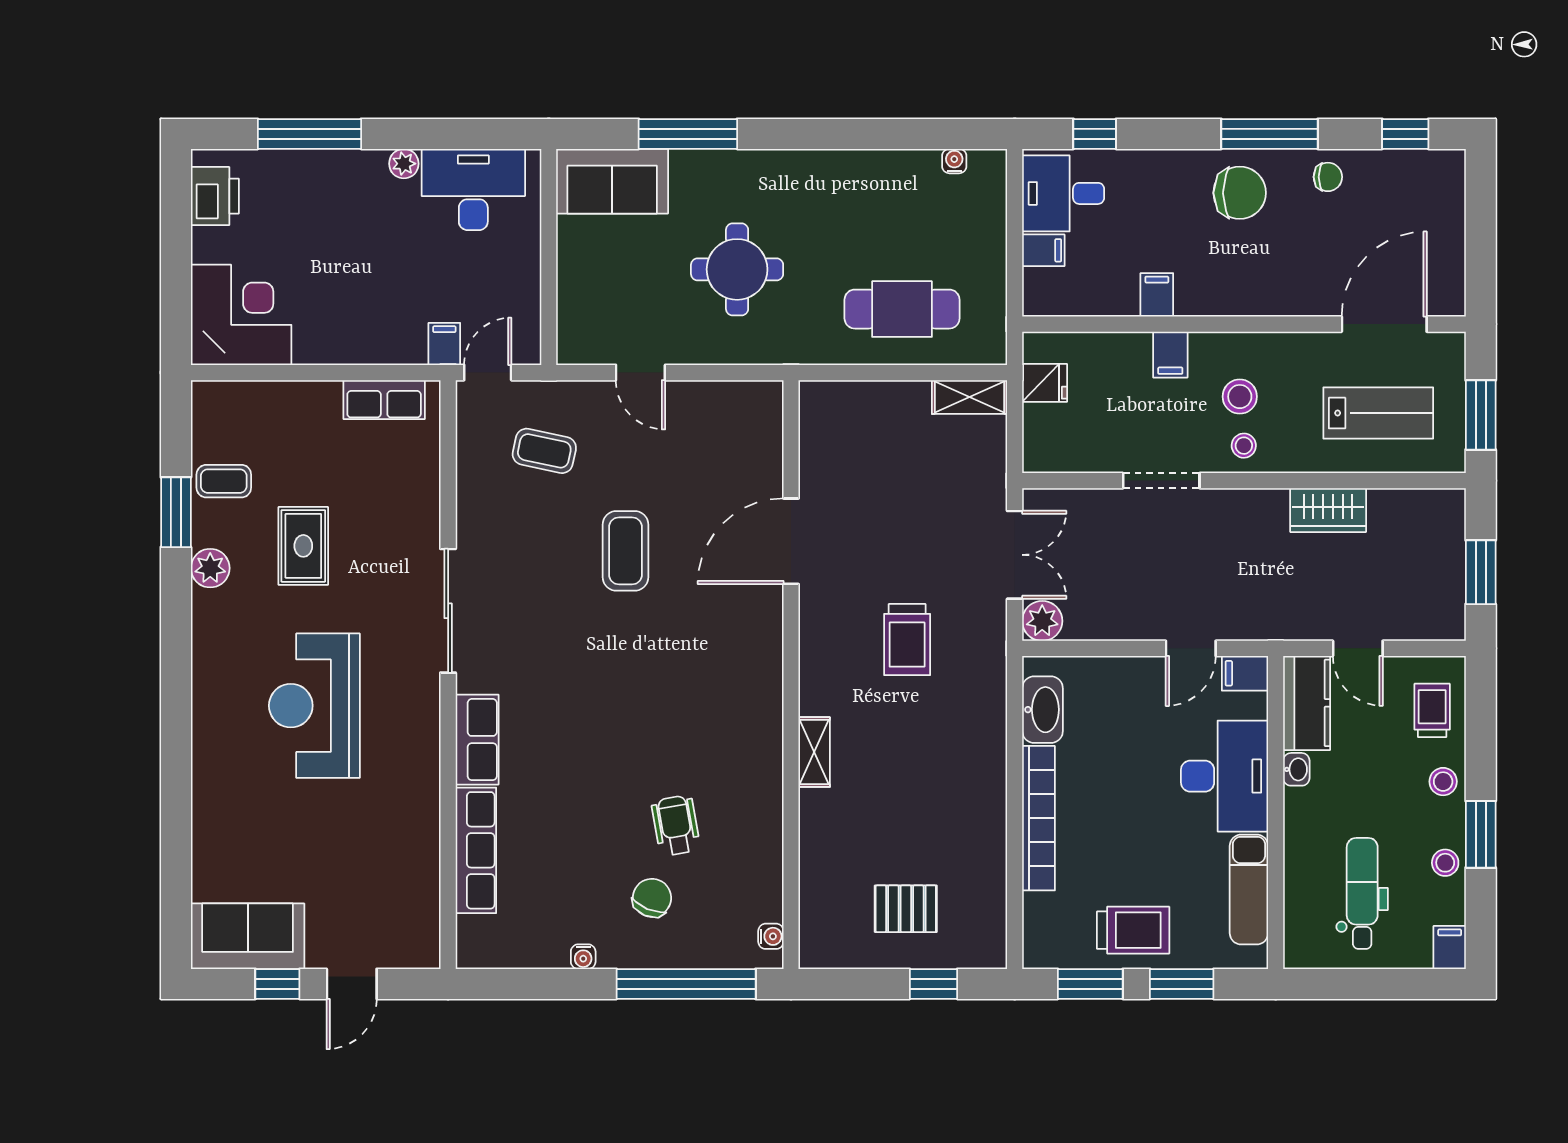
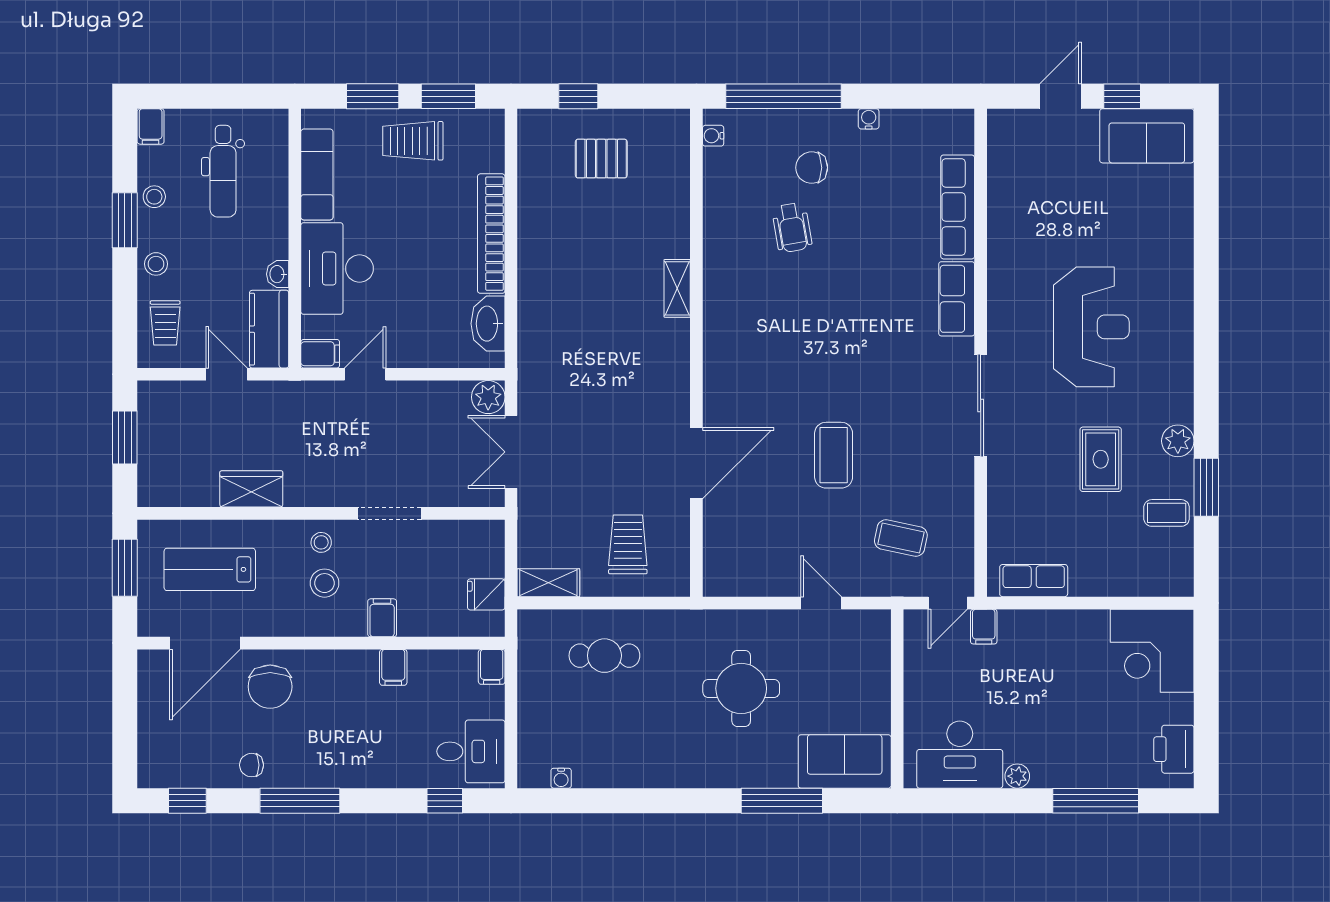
chair: (1240, 193) -> (270, 687), moved, turned -90
filing cabinet: (1043, 250) -> (492, 667), moved, turned -90
cafe table: (902, 309) -> (604, 656), width x0.73, depth x0.74
trolley: (907, 640) -> (628, 544), moved
chair: (652, 898) -> (812, 168), turned 67

